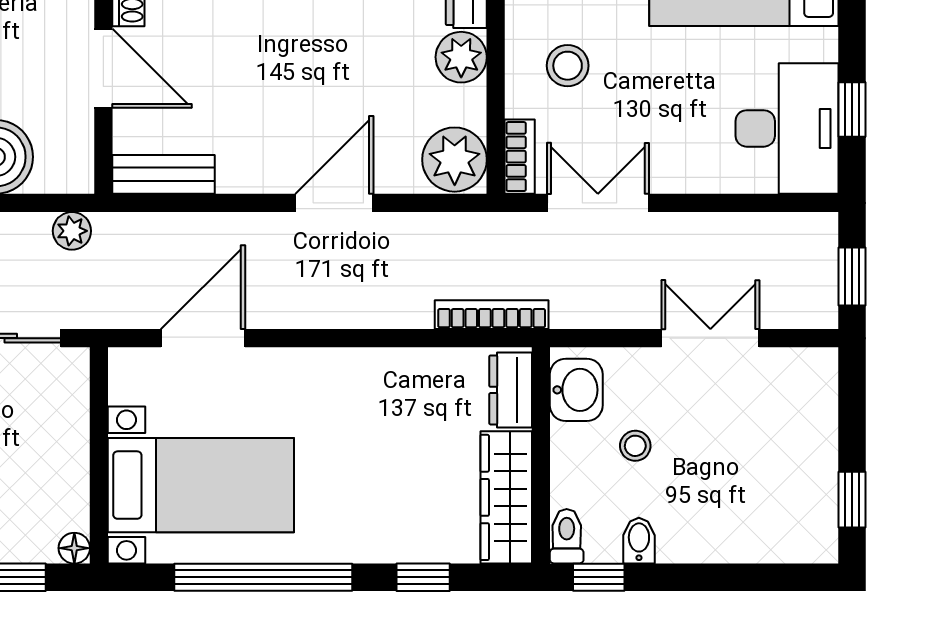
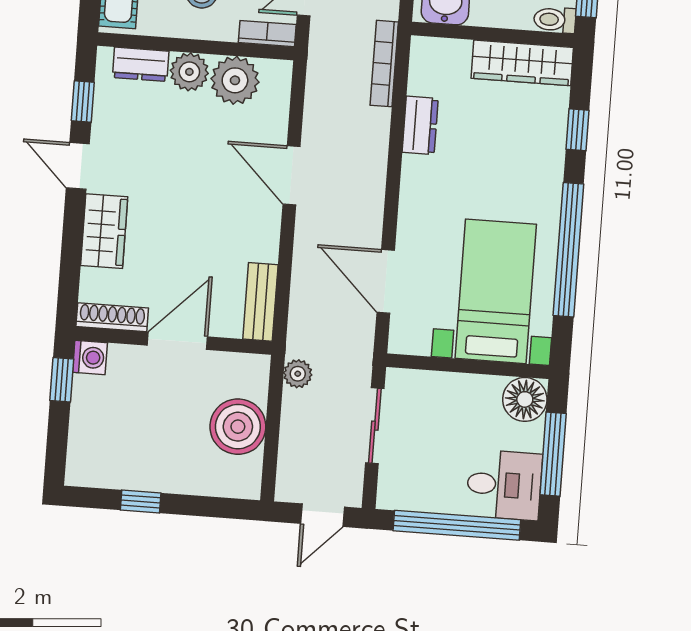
plant: (455, 160) -> (235, 80), moved
dresser: (511, 390) -> (420, 125), moved, turned -90
floor lamp: (74, 548) -> (525, 399), width x1.89, depth x1.89

